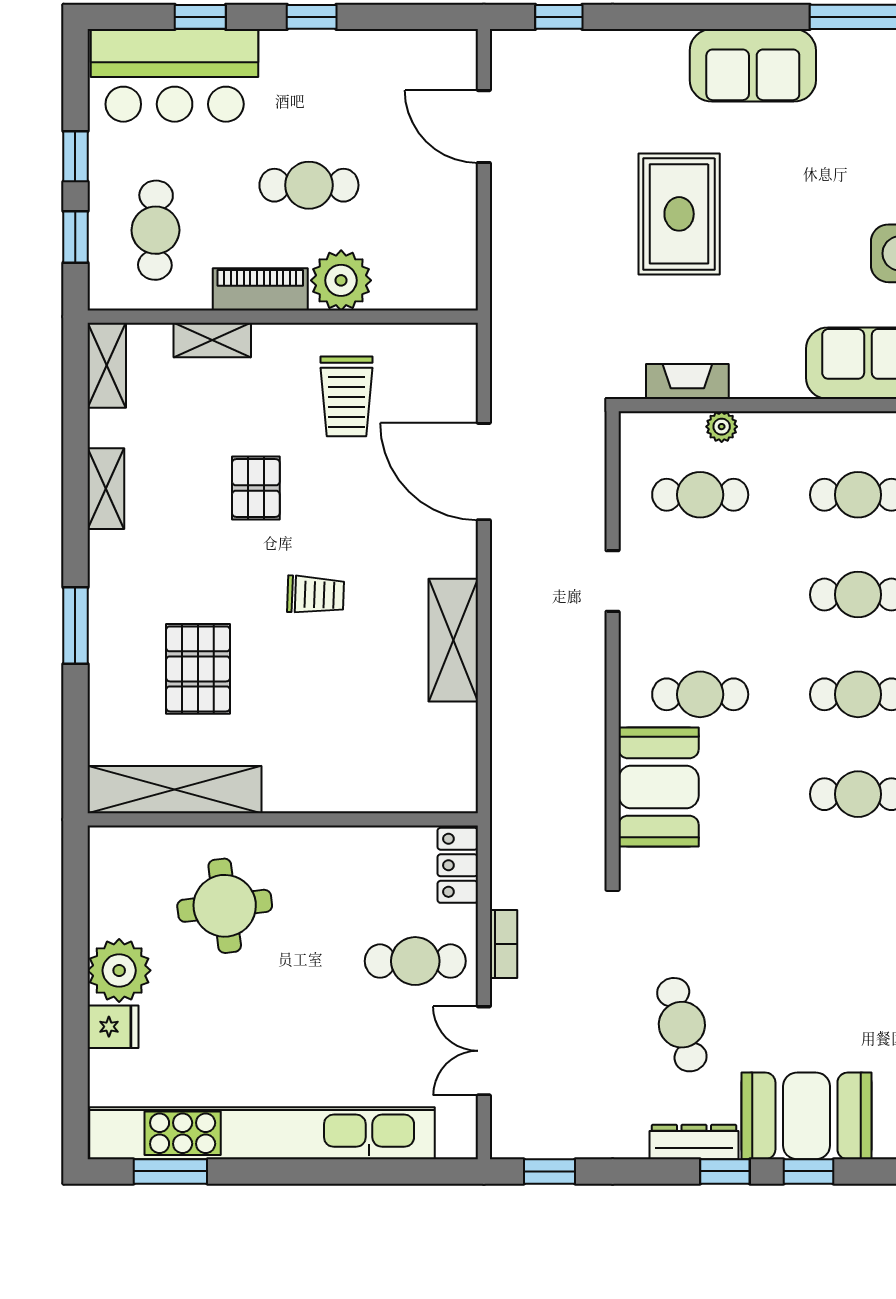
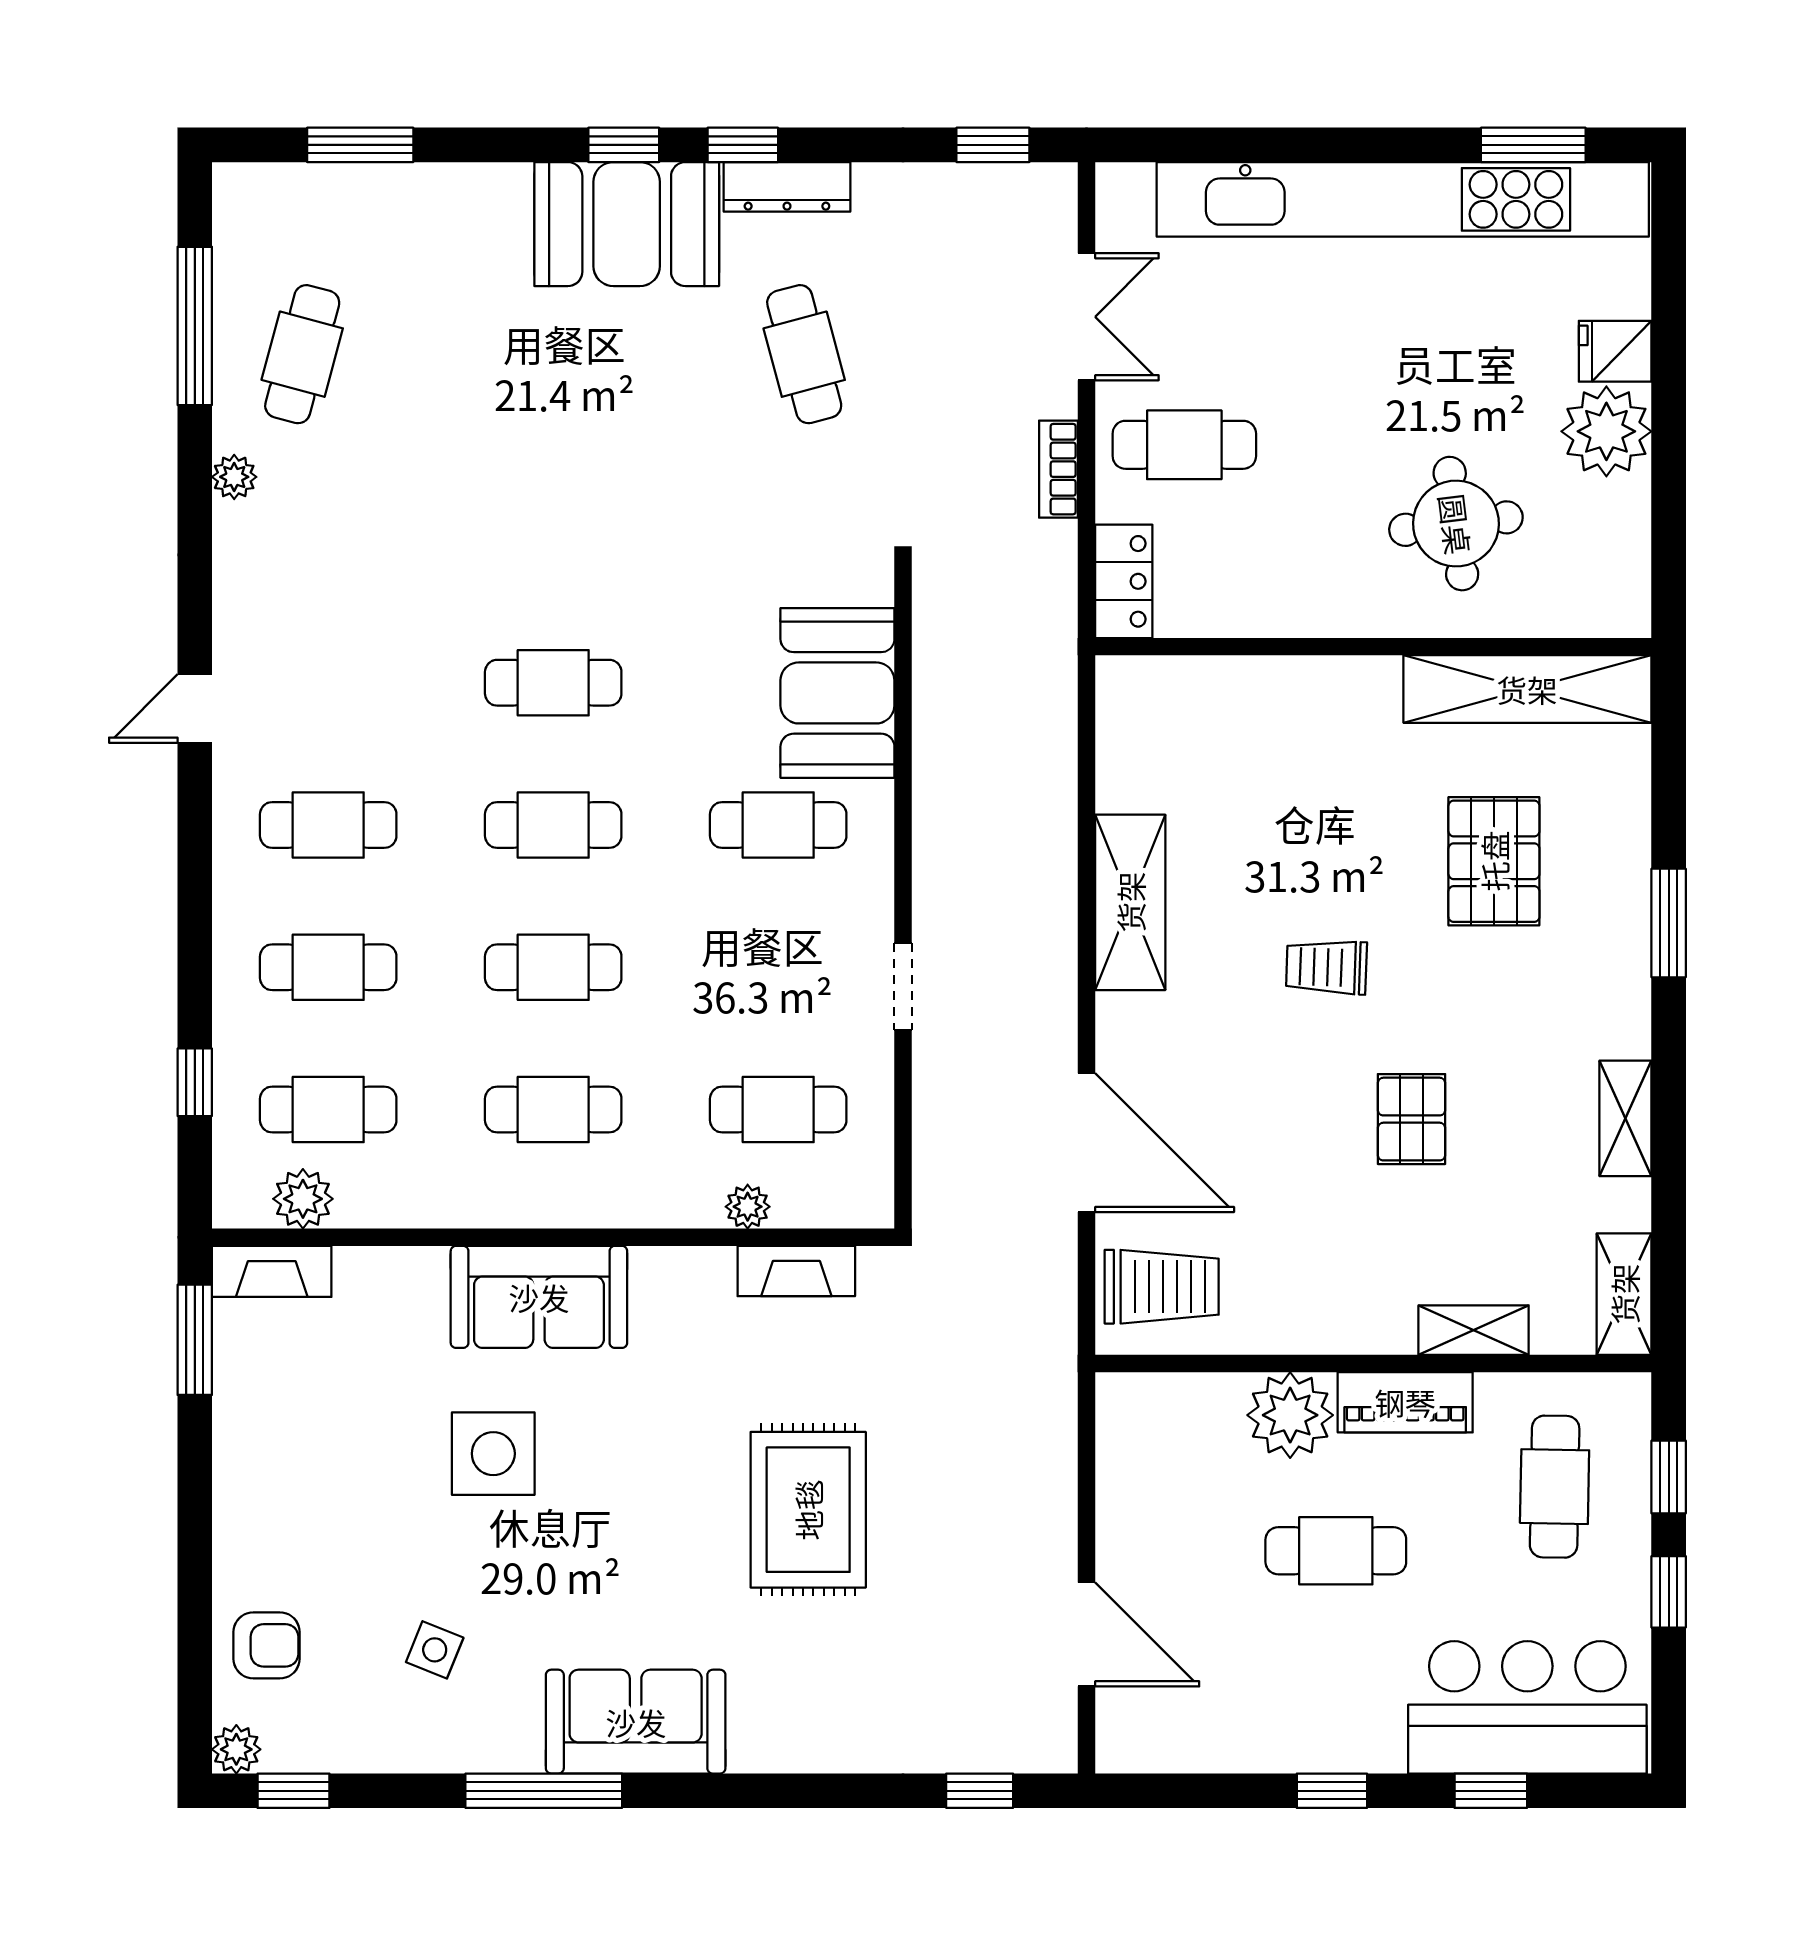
sofa: (753, 65) -> (636, 1722), moved
trolley: (346, 396) -> (1162, 1287), moved, turned 90

